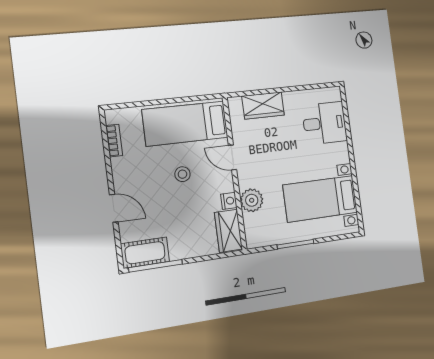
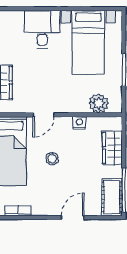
desk: (324, 123) -> (42, 29), moved
plant: (252, 200) -> (99, 103), moved
wardrobe: (228, 231) -> (112, 148), moved, turned 90

